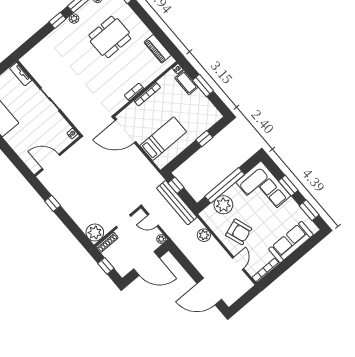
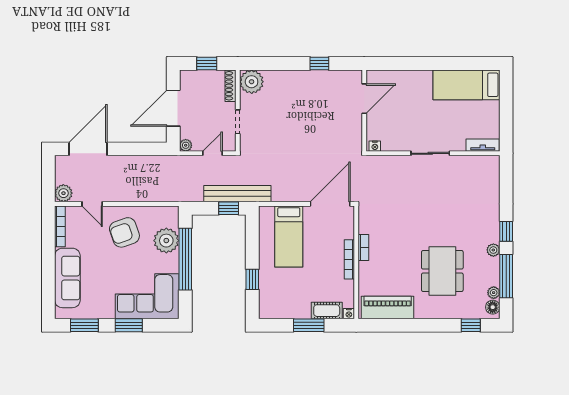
piano: (158, 49) -> (388, 308), width x1.37, depth x1.33
bench: (177, 203) -> (237, 194), moved
plant: (204, 235) -> (63, 193), moved

